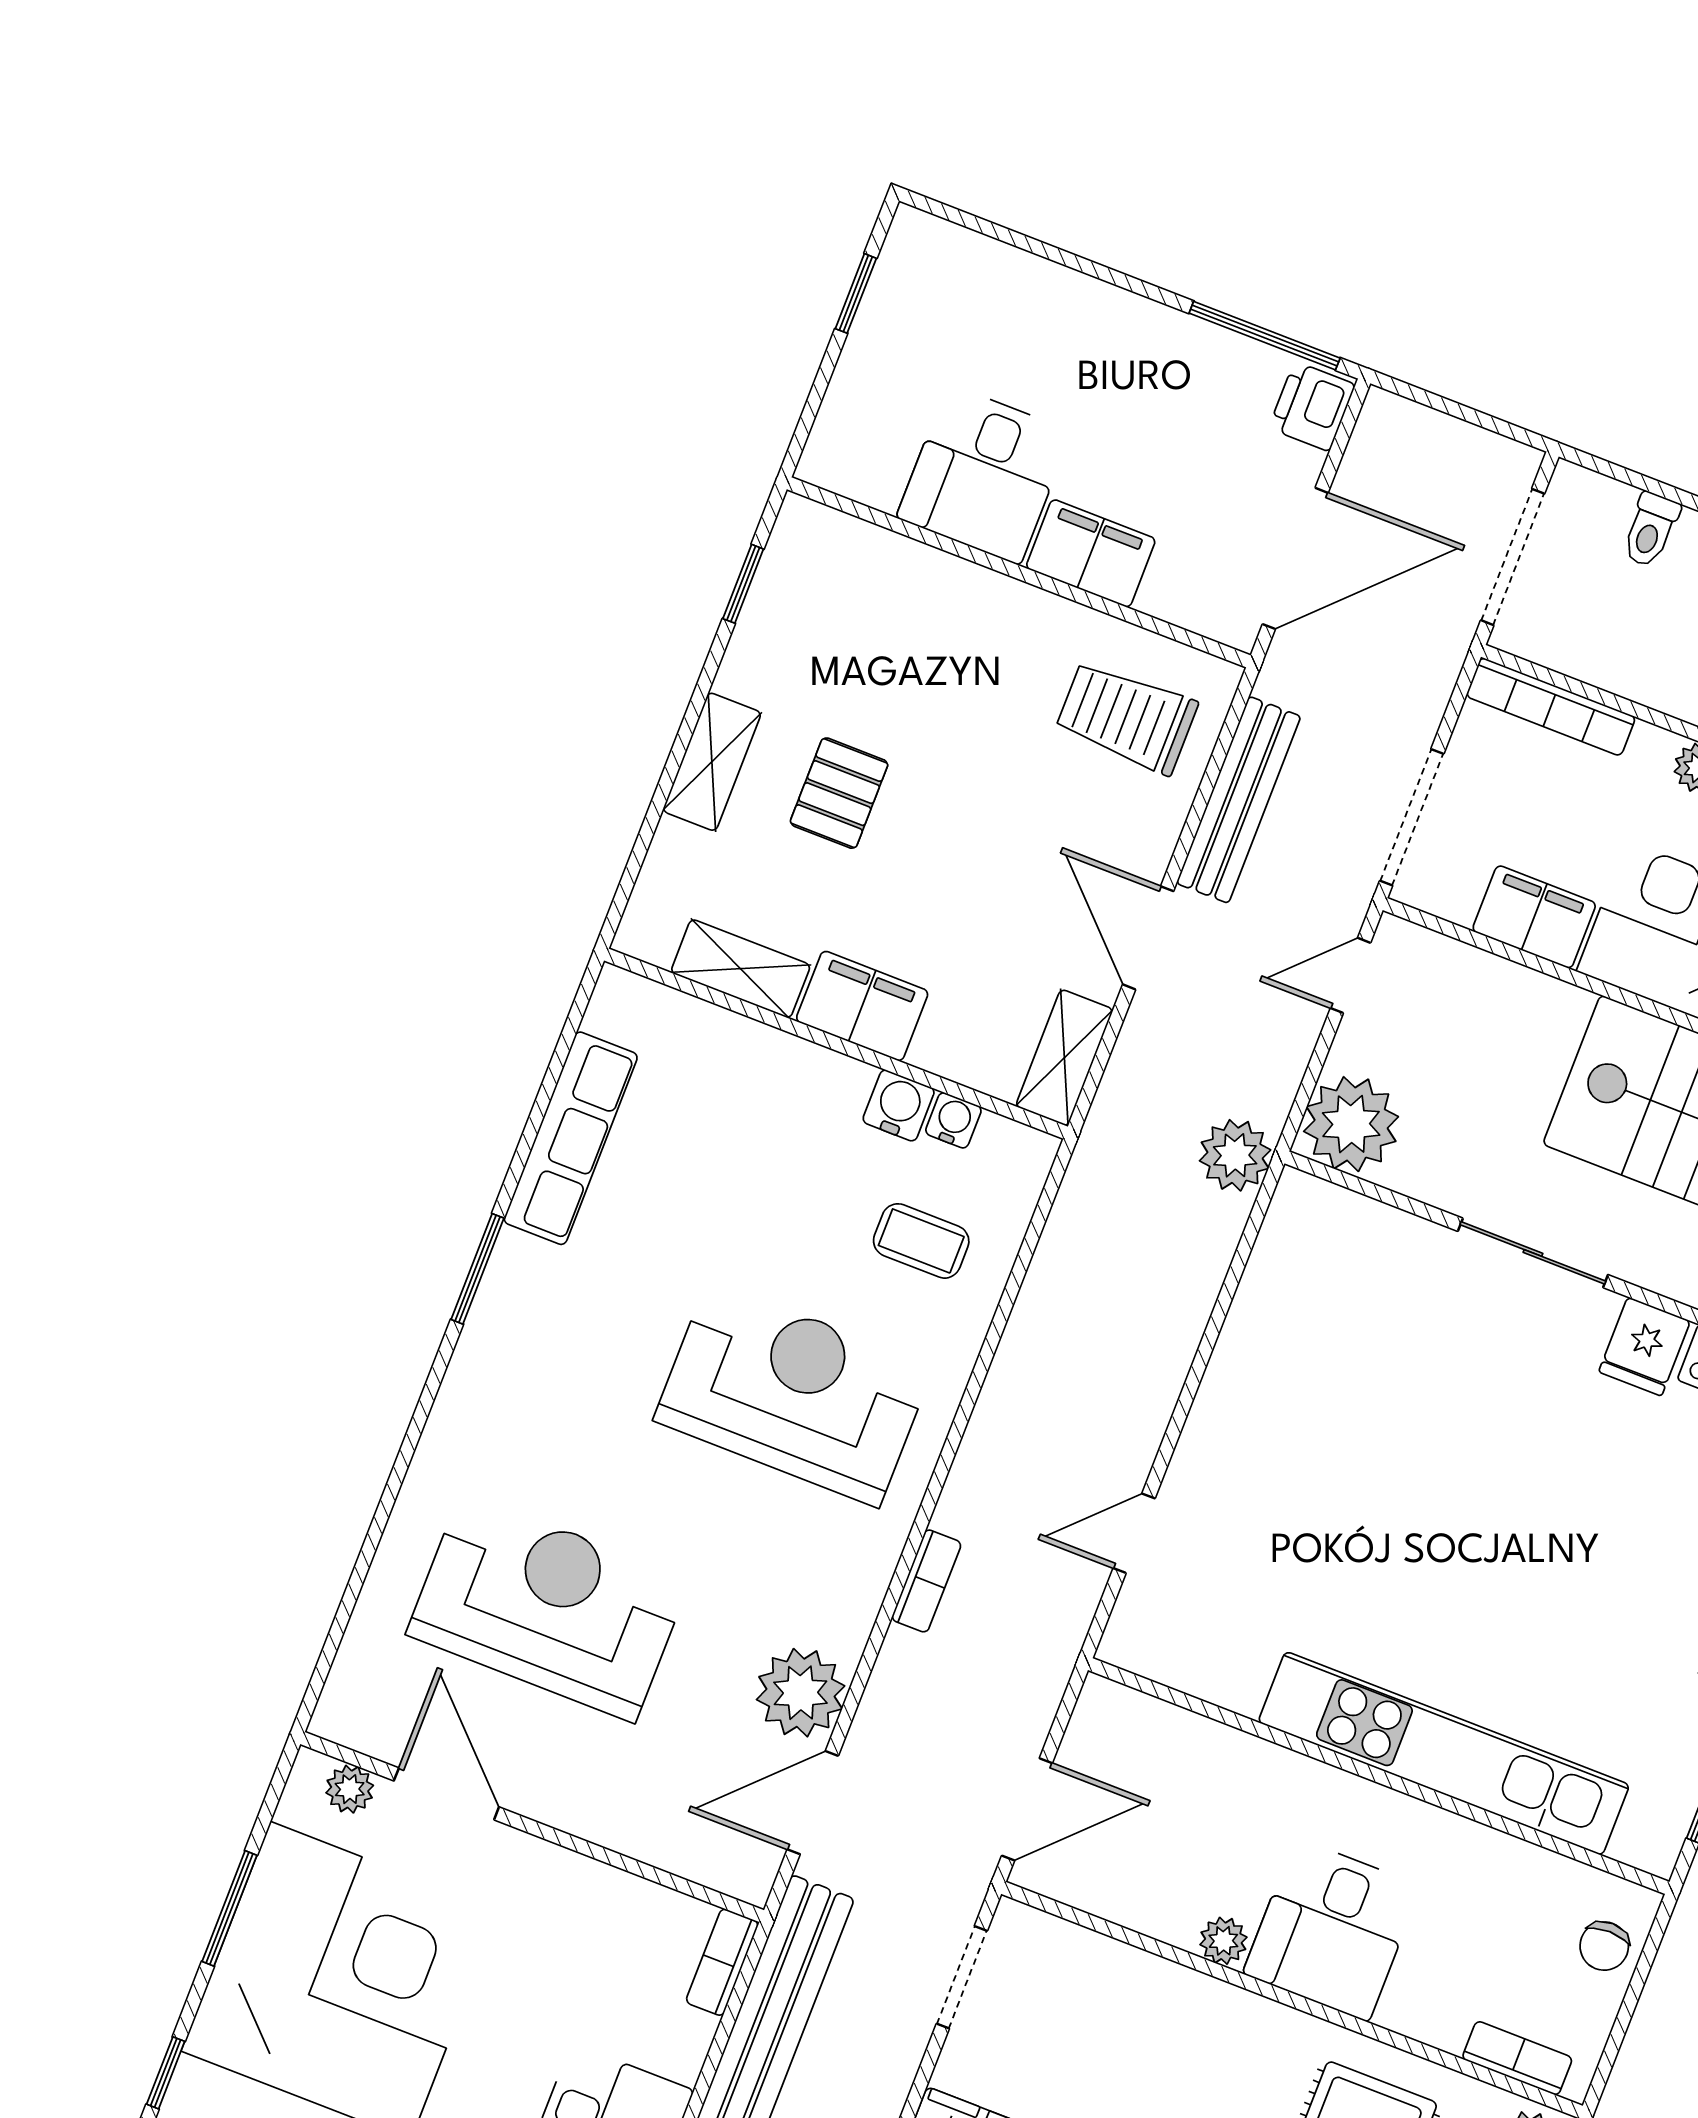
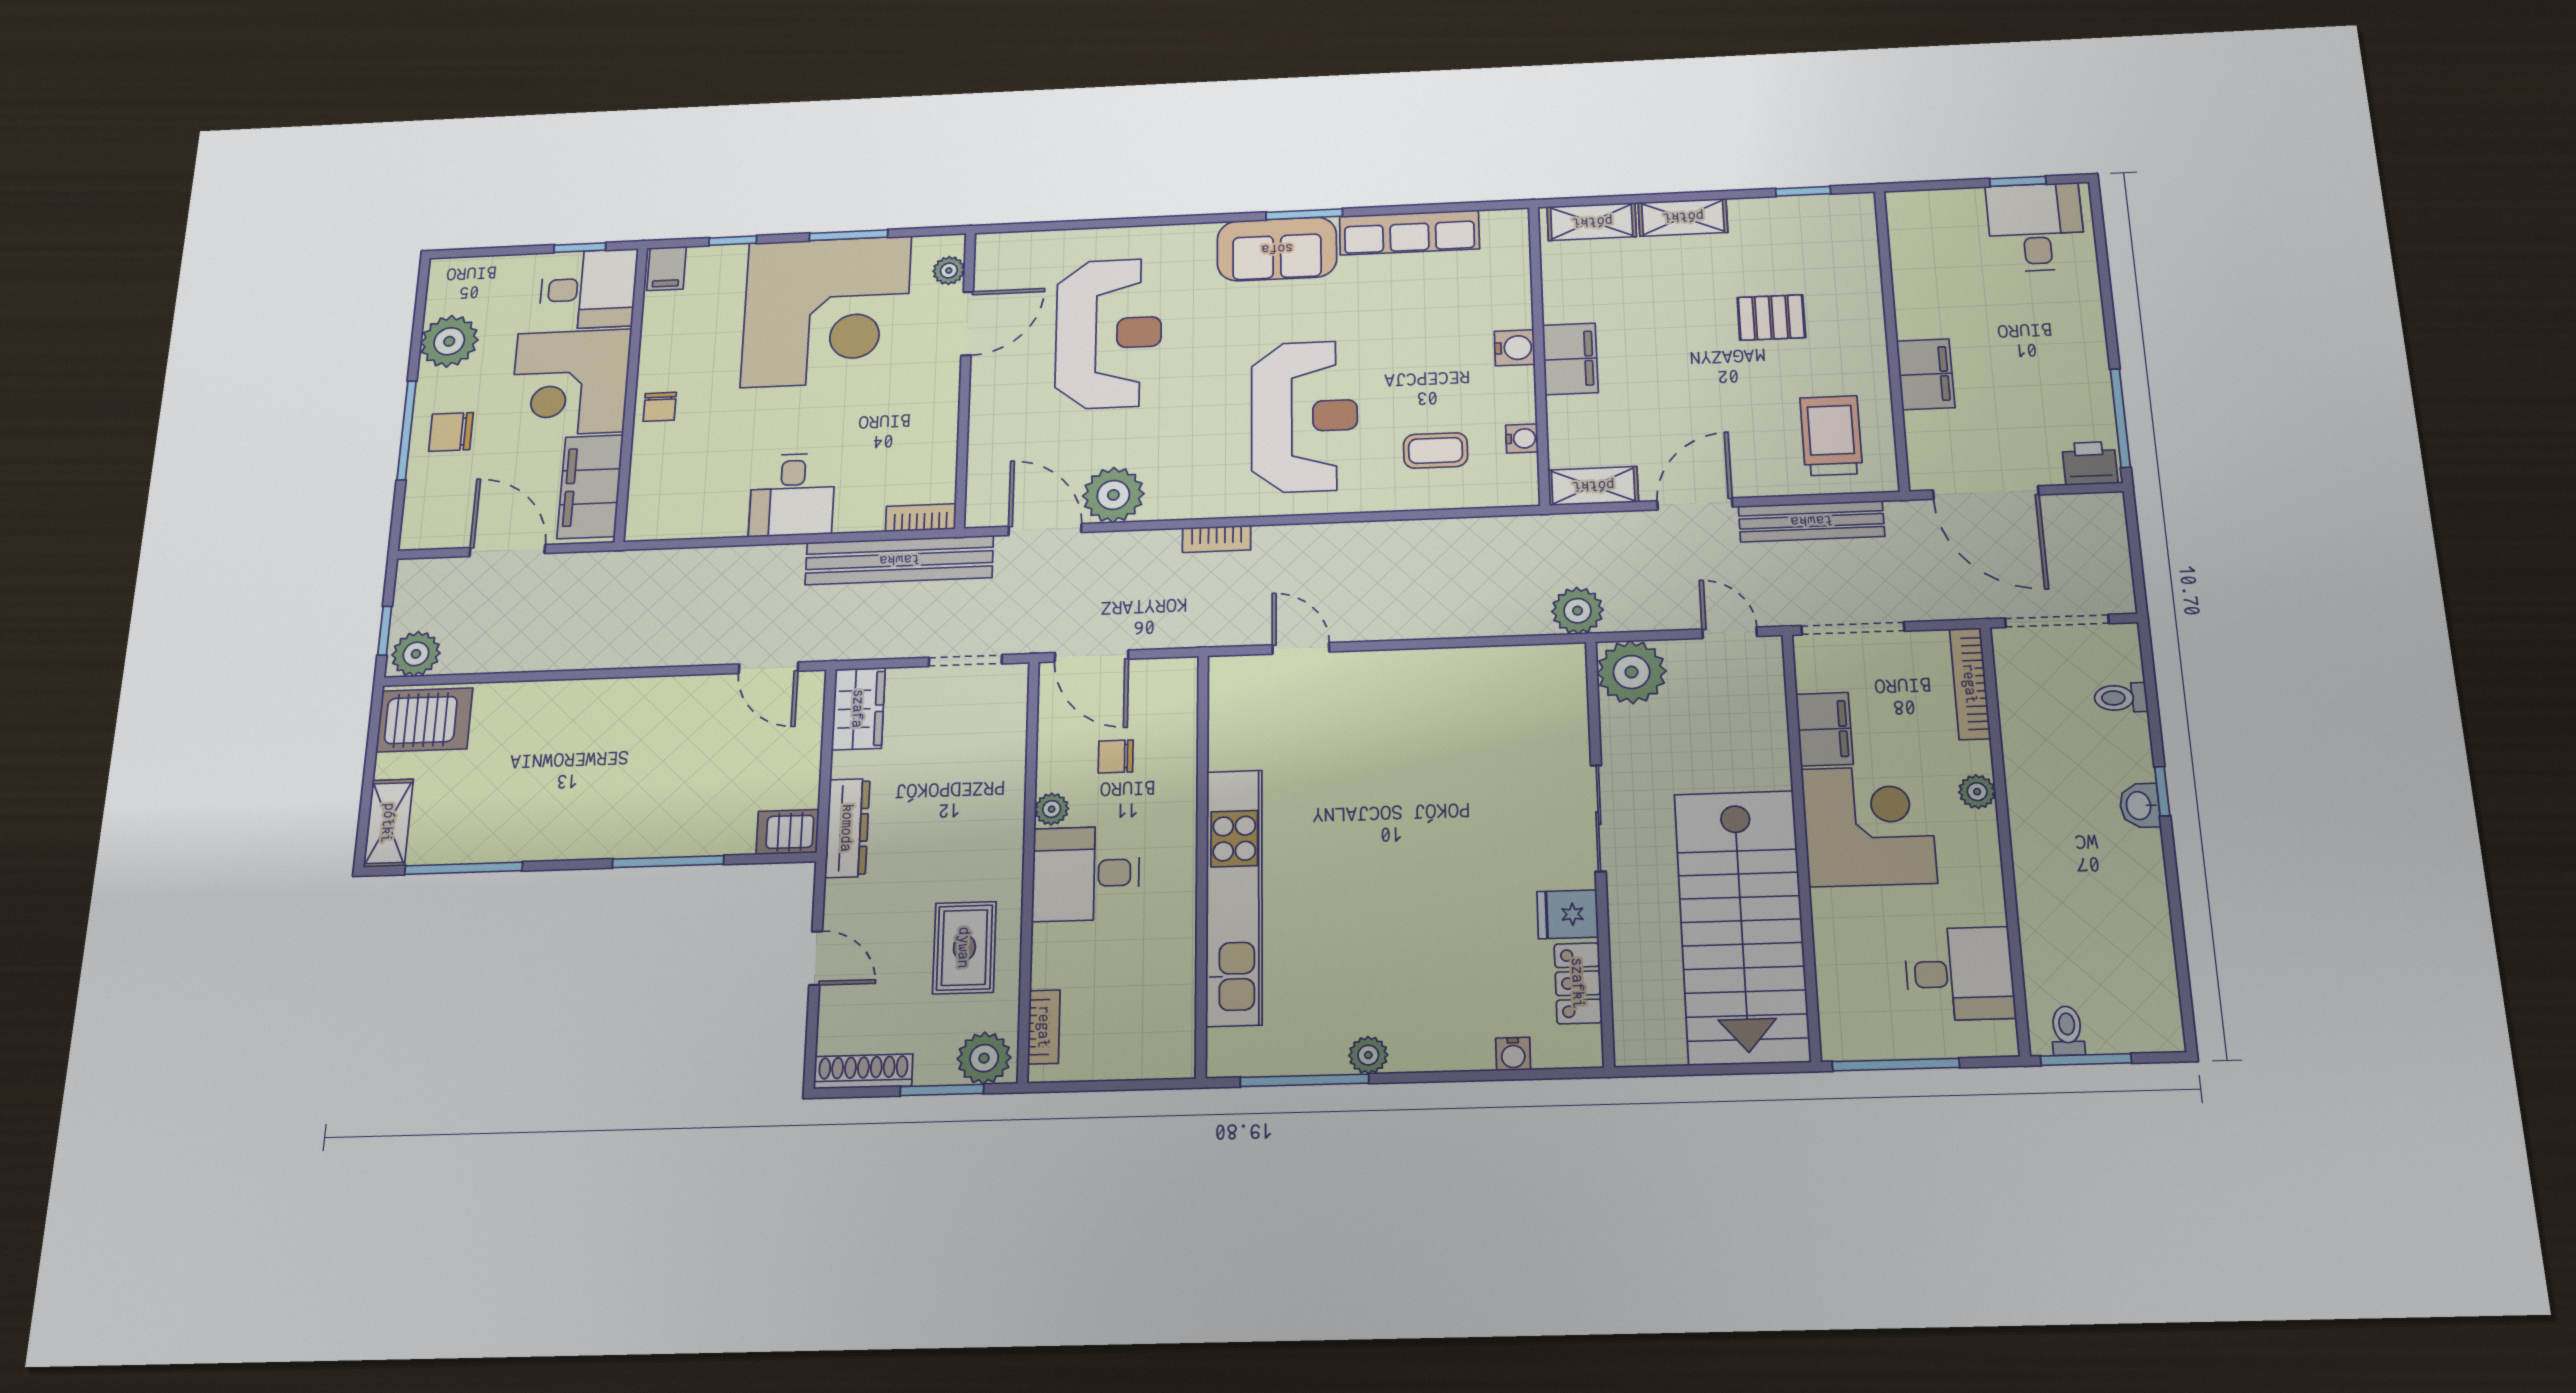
desk: (984, 474) -> (2036, 227), moved, turned 90
pallet: (839, 793) -> (1771, 318), moved
shelving: (741, 969) -> (1592, 222), moved, turned 90
water cooler: (899, 1105) -> (1515, 348), moved
coffee table: (921, 1241) -> (1436, 450), turned 90
sofa: (516, 1328) -> (1277, 249), added
chair: (1604, 1946) -> (1116, 756), moved

